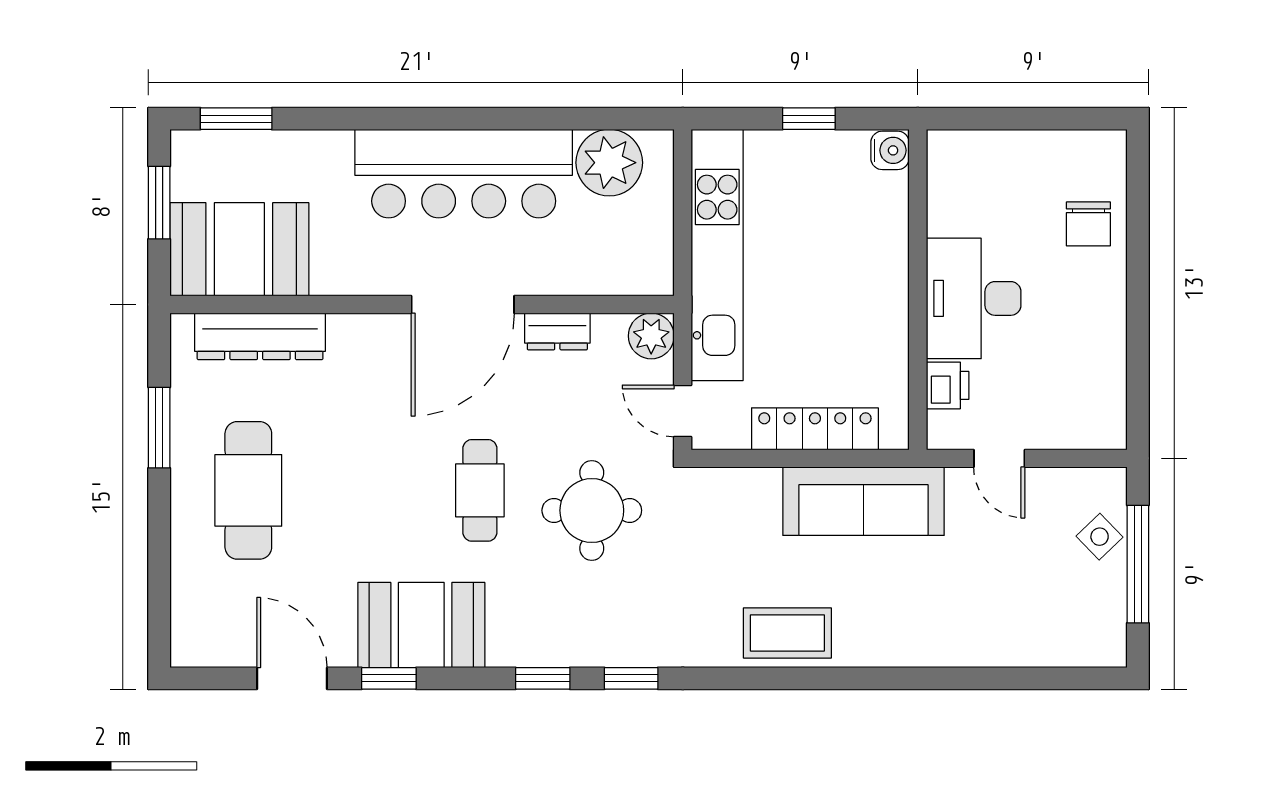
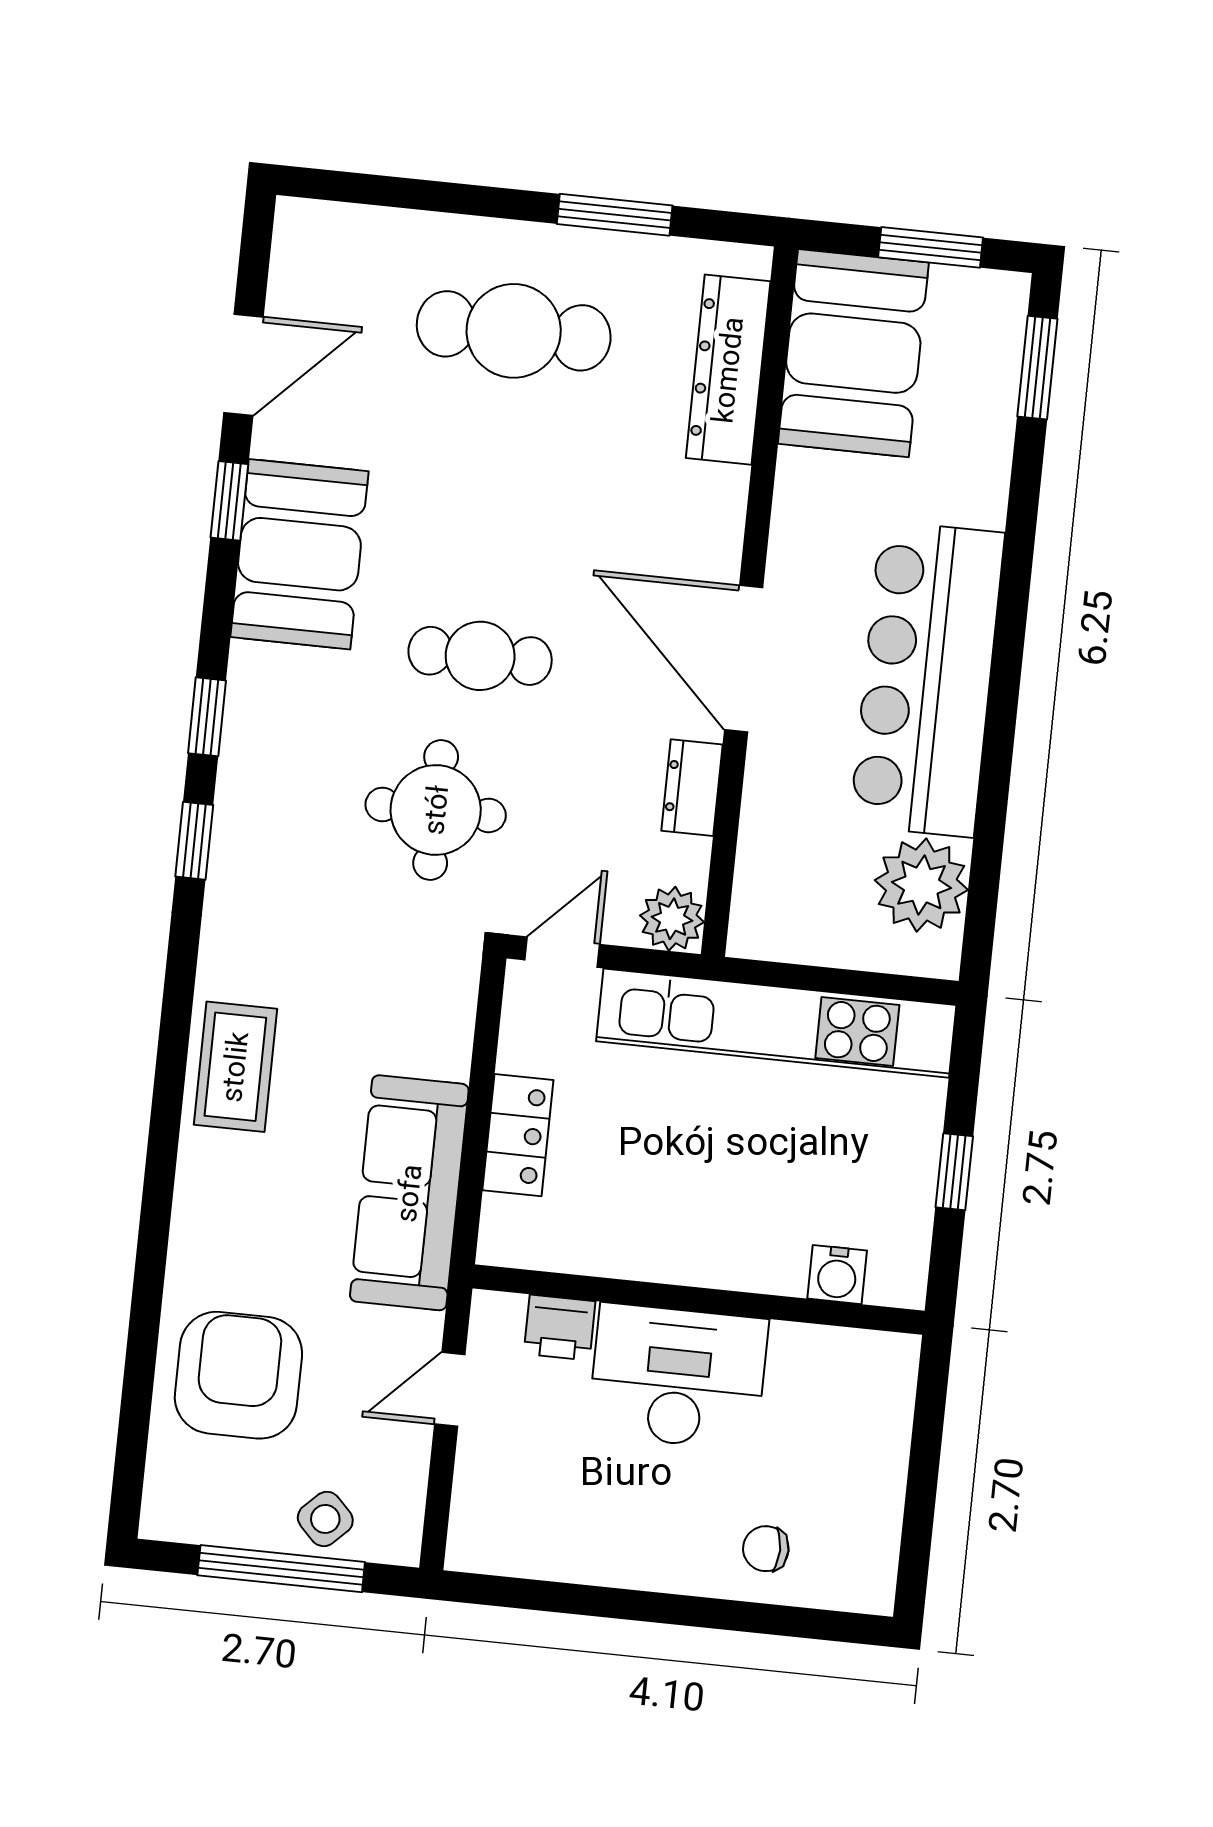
water cooler: (890, 150) -> (837, 1275), moved
chair: (1088, 224) -> (766, 1549), width x0.73, depth x0.73
locker: (815, 429) -> (518, 1135), width x0.66
armchair: (1005, 608) -> (238, 1375), added

